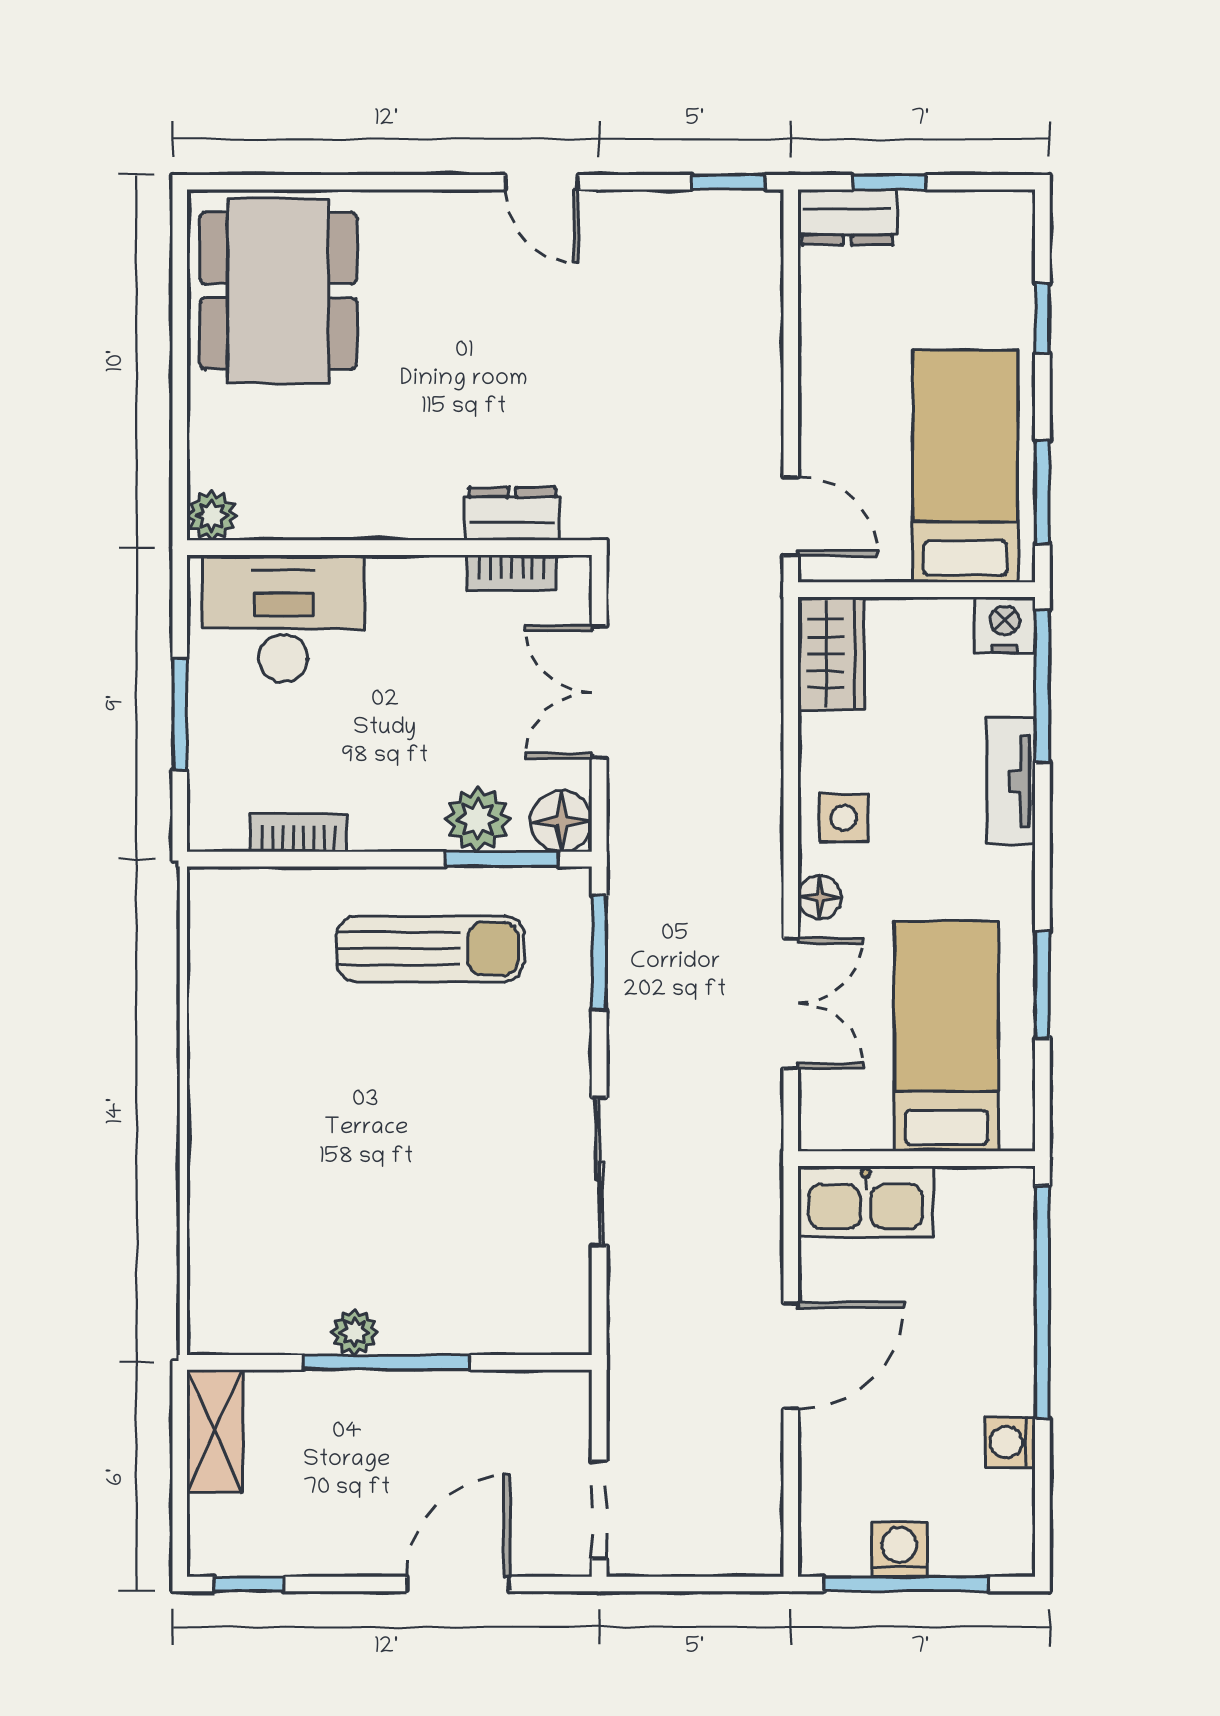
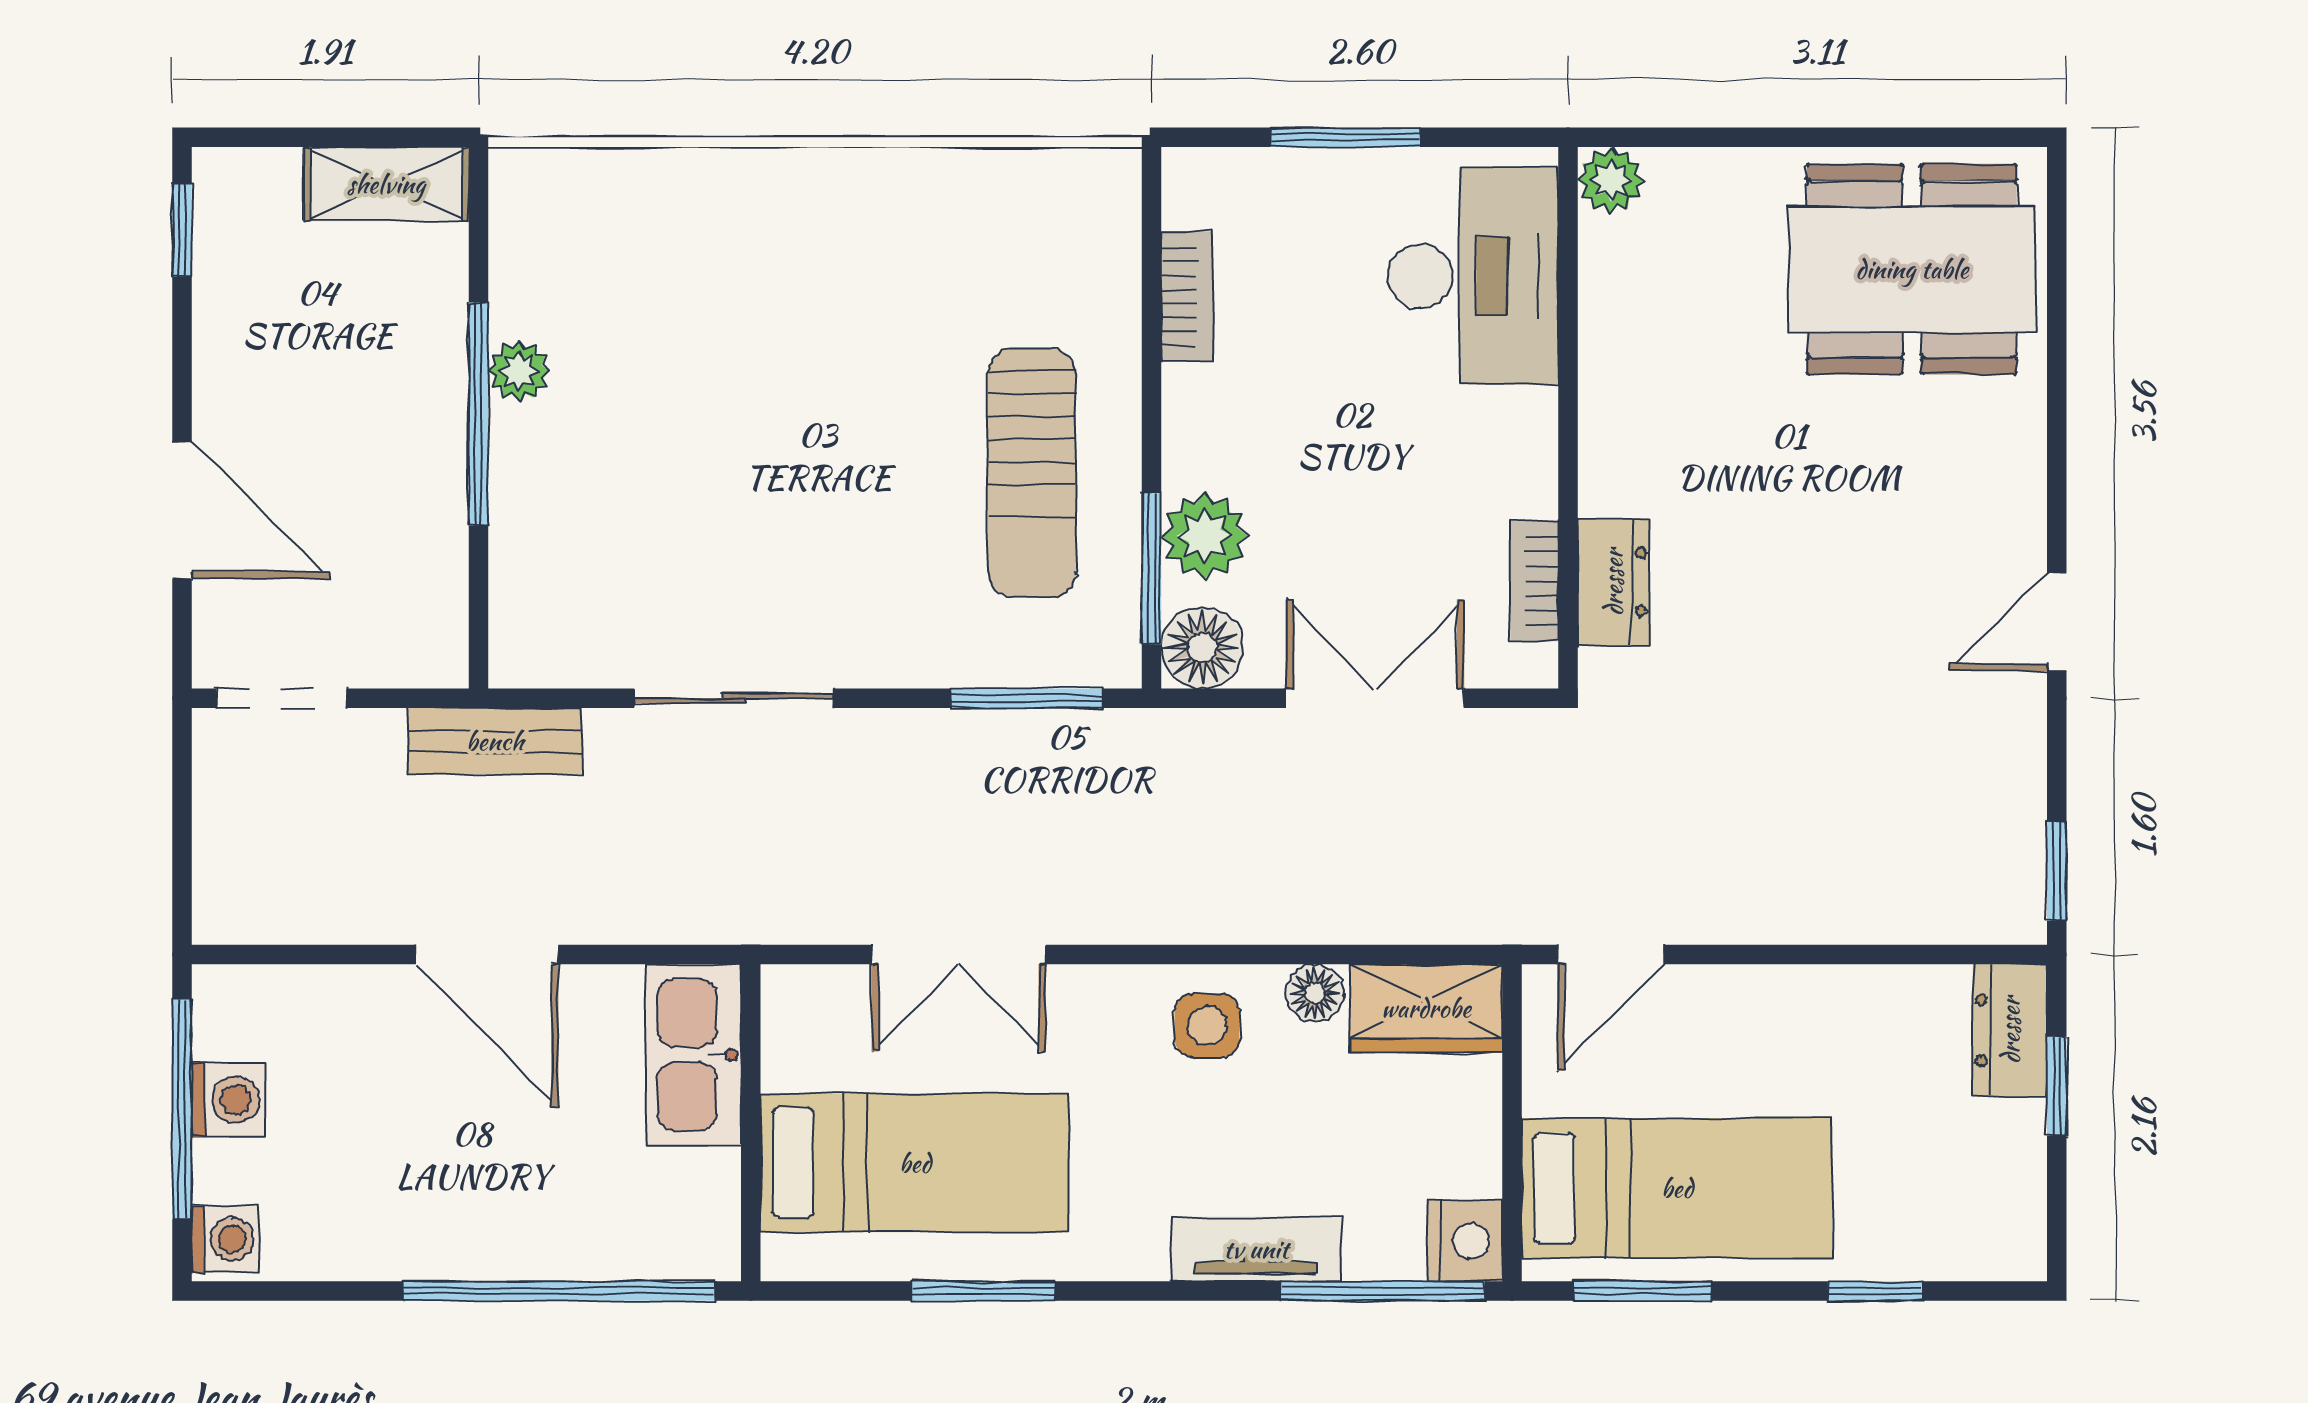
floor lamp: (820, 897) -> (1315, 993), moved
bench: (631, 1350) -> (495, 741), added
washing machine: (1010, 1442) -> (225, 1239), moved, turned 90

